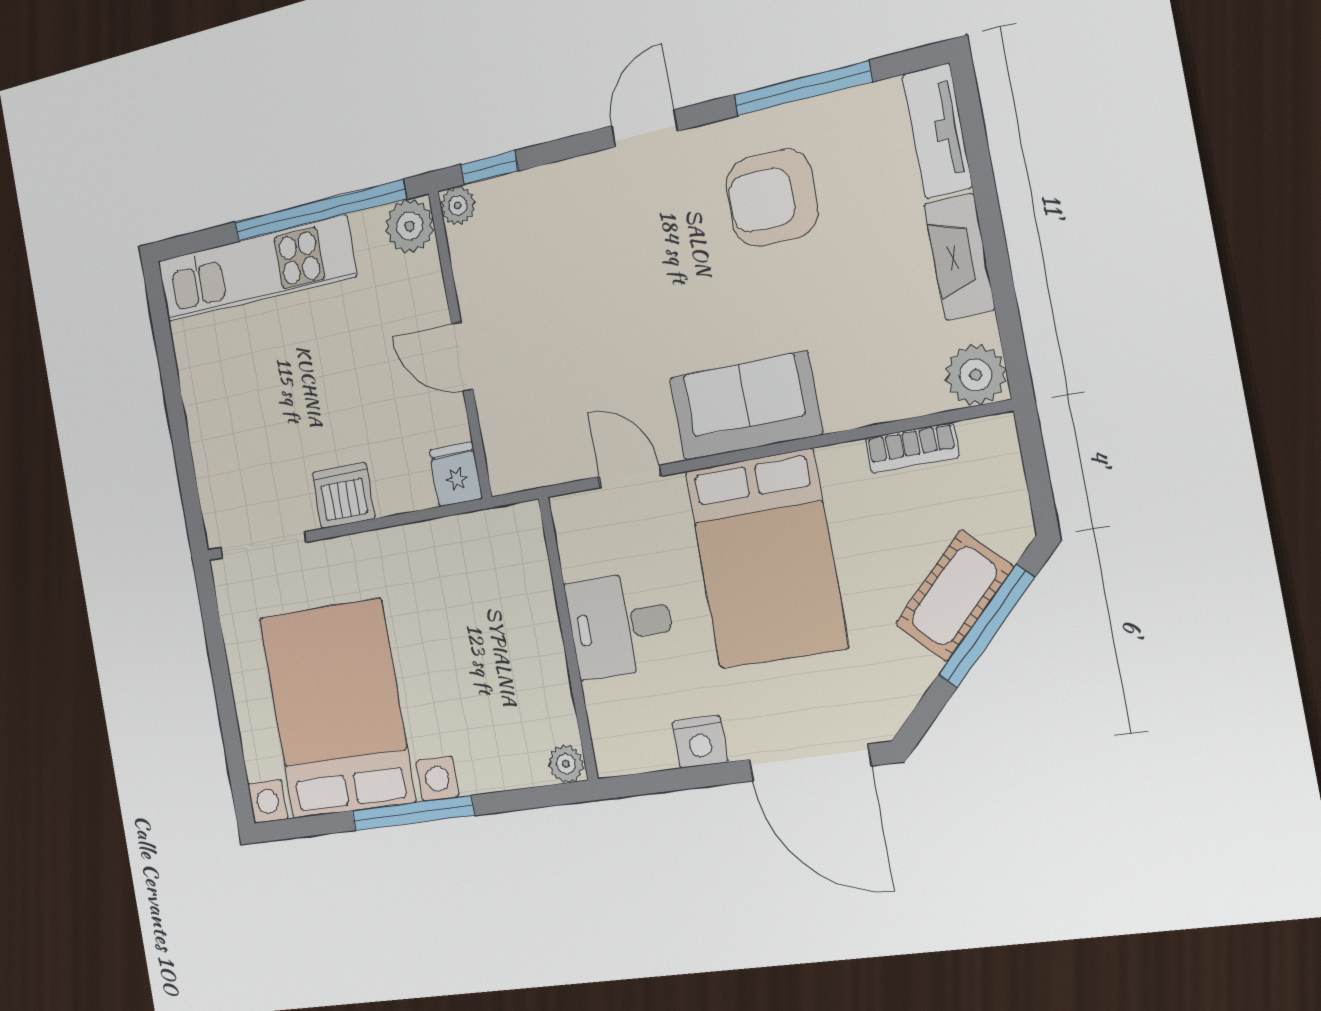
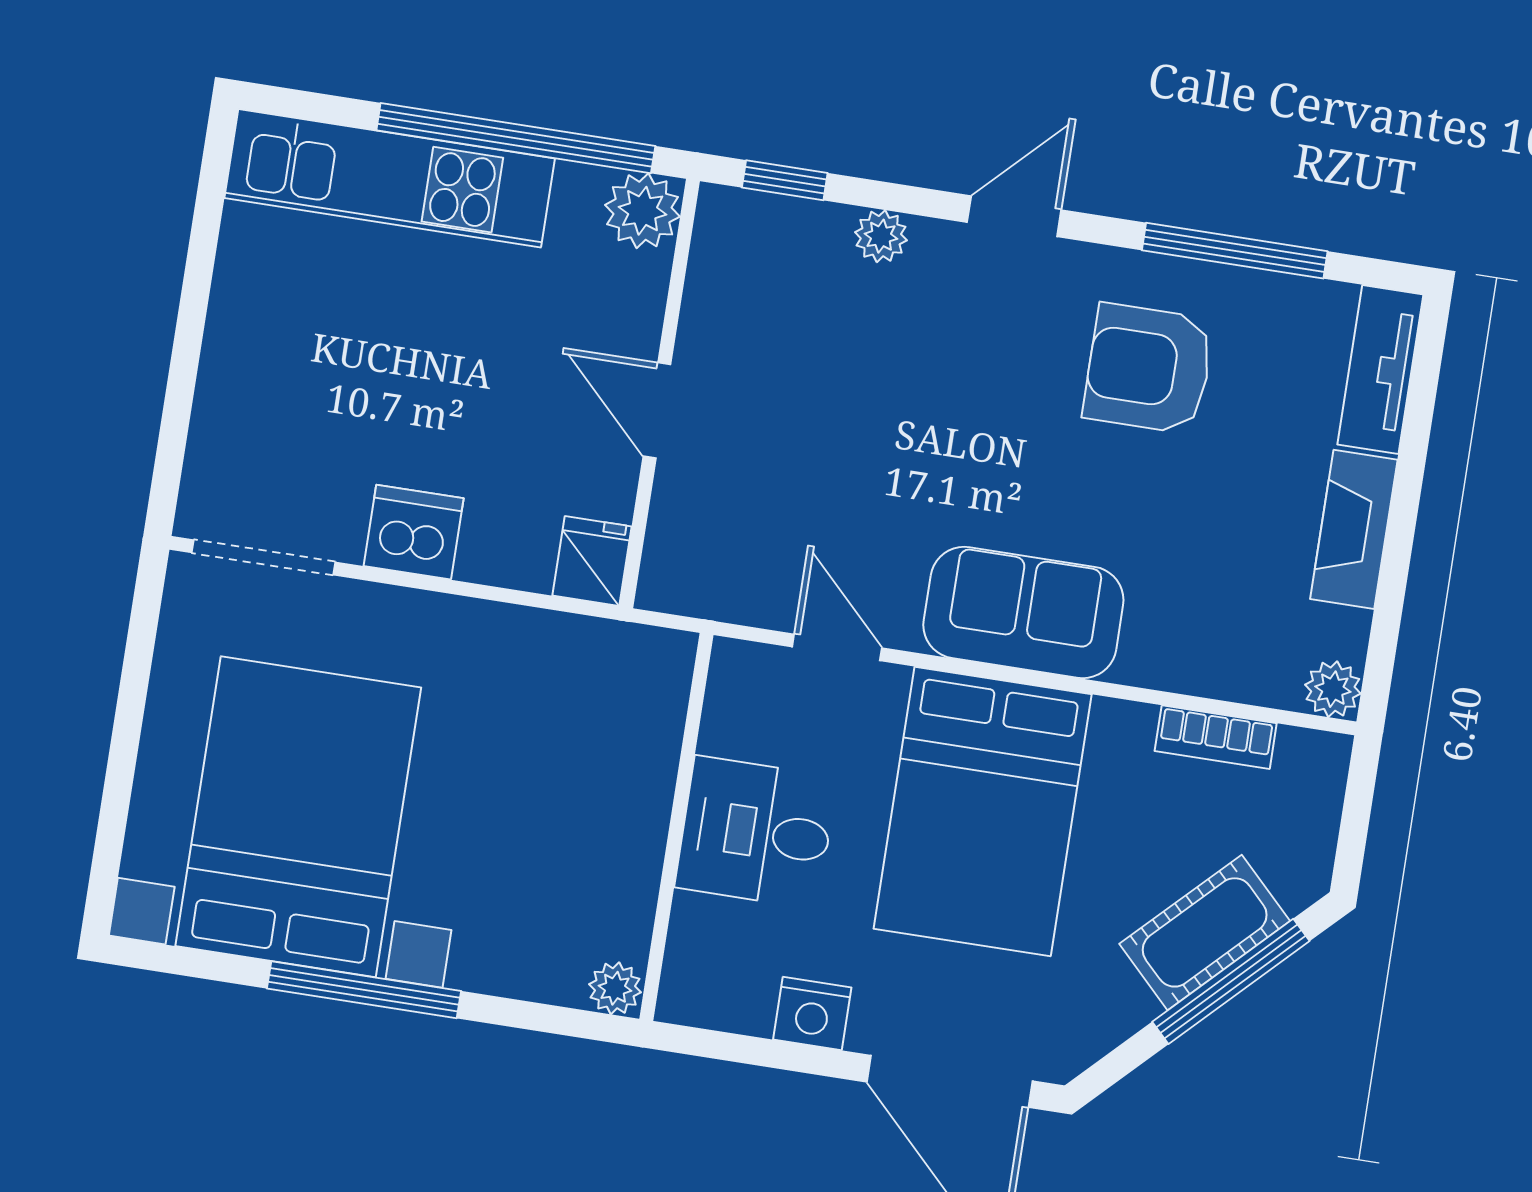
plant: (458, 205) -> (881, 236), moved
plant: (976, 375) -> (1333, 689), width x0.73, depth x0.73

